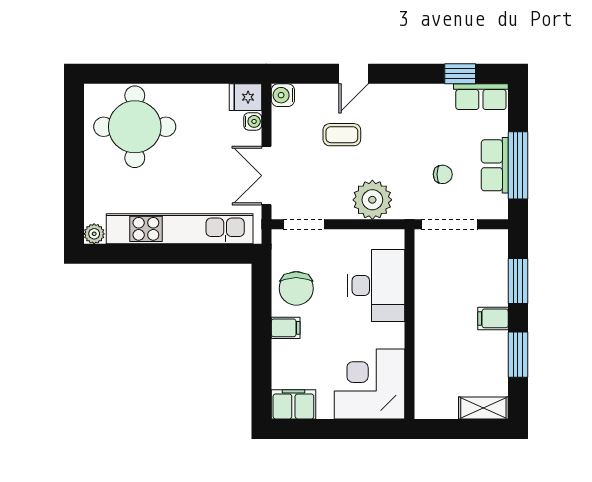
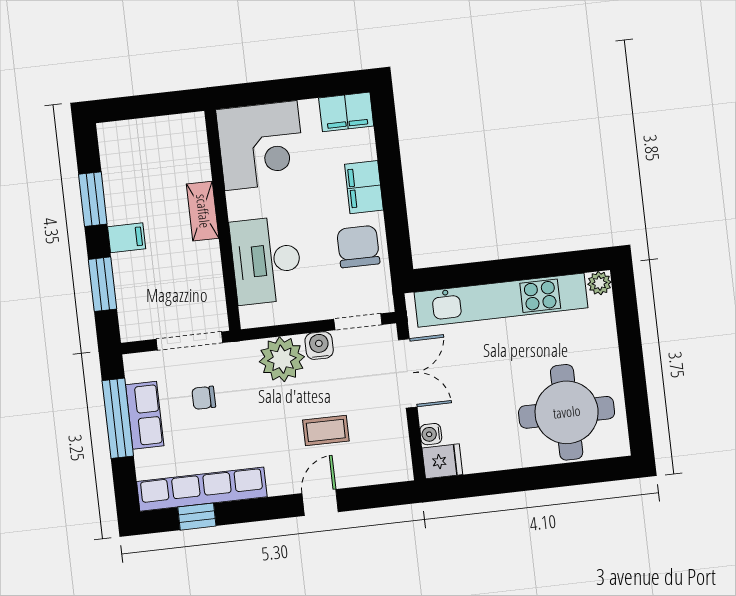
water cooler: (283, 95) -> (319, 346), moved, turned -90
row of seats: (481, 97) -> (202, 489), width x2.02
filing cabinet: (286, 328) -> (364, 187), width x2.00
shelving: (483, 408) -> (203, 211), moved, turned 90

